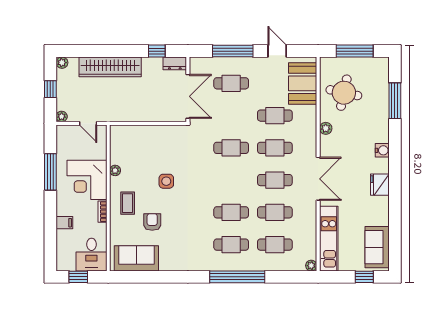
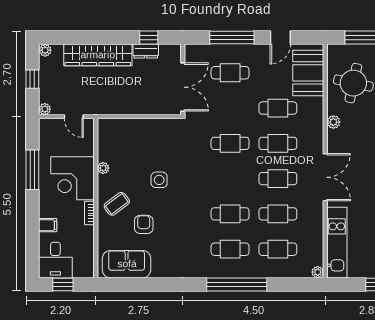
door: (277, 51) -> (280, 38), swing flipped
dresser: (175, 63) -> (146, 51), moved
coffee table: (128, 203) -> (117, 204), turned 53
desk: (91, 255) -> (55, 260), moved

